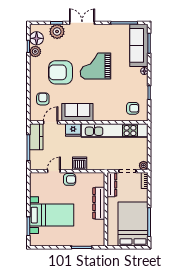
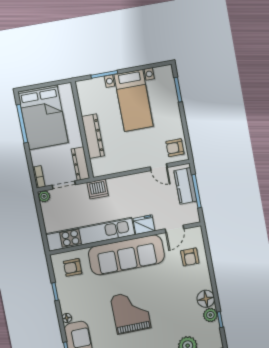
floor lamp: (37, 38) -> (206, 299), moved
grand piano: (96, 66) -> (131, 312), turned -90
armchair: (60, 72) -> (174, 295), removed
sofa: (77, 112) -> (127, 255), width x1.85, depth x1.27
kitchen counter: (36, 137) -> (185, 186), moved
dishwasher: (80, 163) -> (98, 189), moved
door: (54, 171) -> (159, 167), hinge flipped
armchair: (70, 179) -> (175, 148), moved
bed with nightstands: (52, 215) -> (134, 100), moved, turned -90

